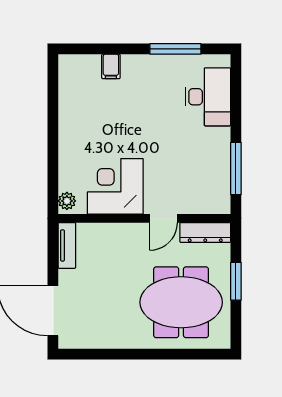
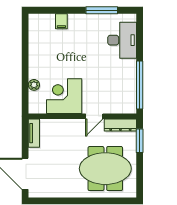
window: (236, 169) -> (140, 85), width x1.46
plant: (67, 201) -> (34, 85), moved
window: (236, 281) -> (140, 141), moved

